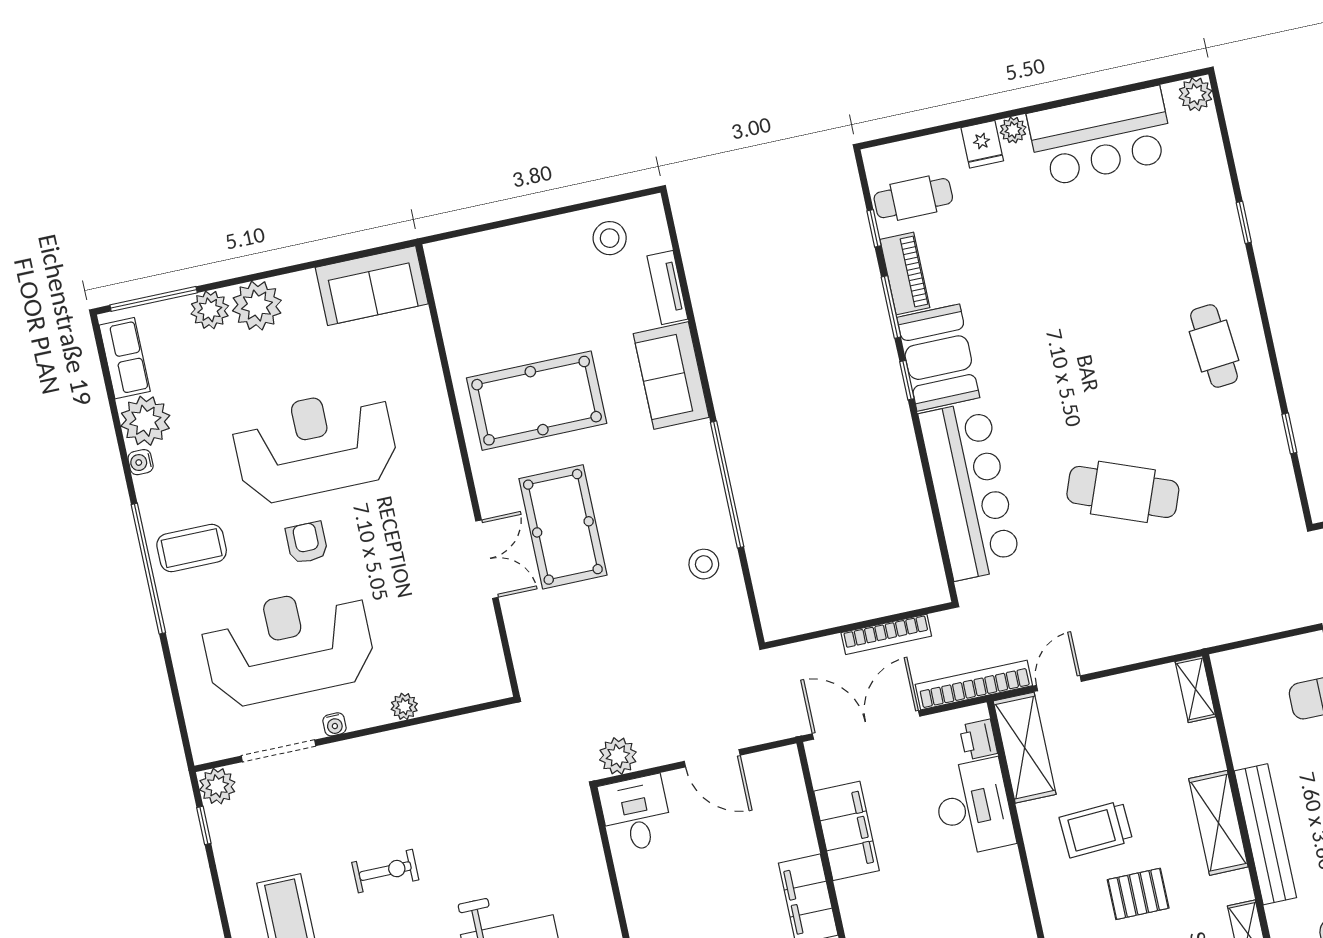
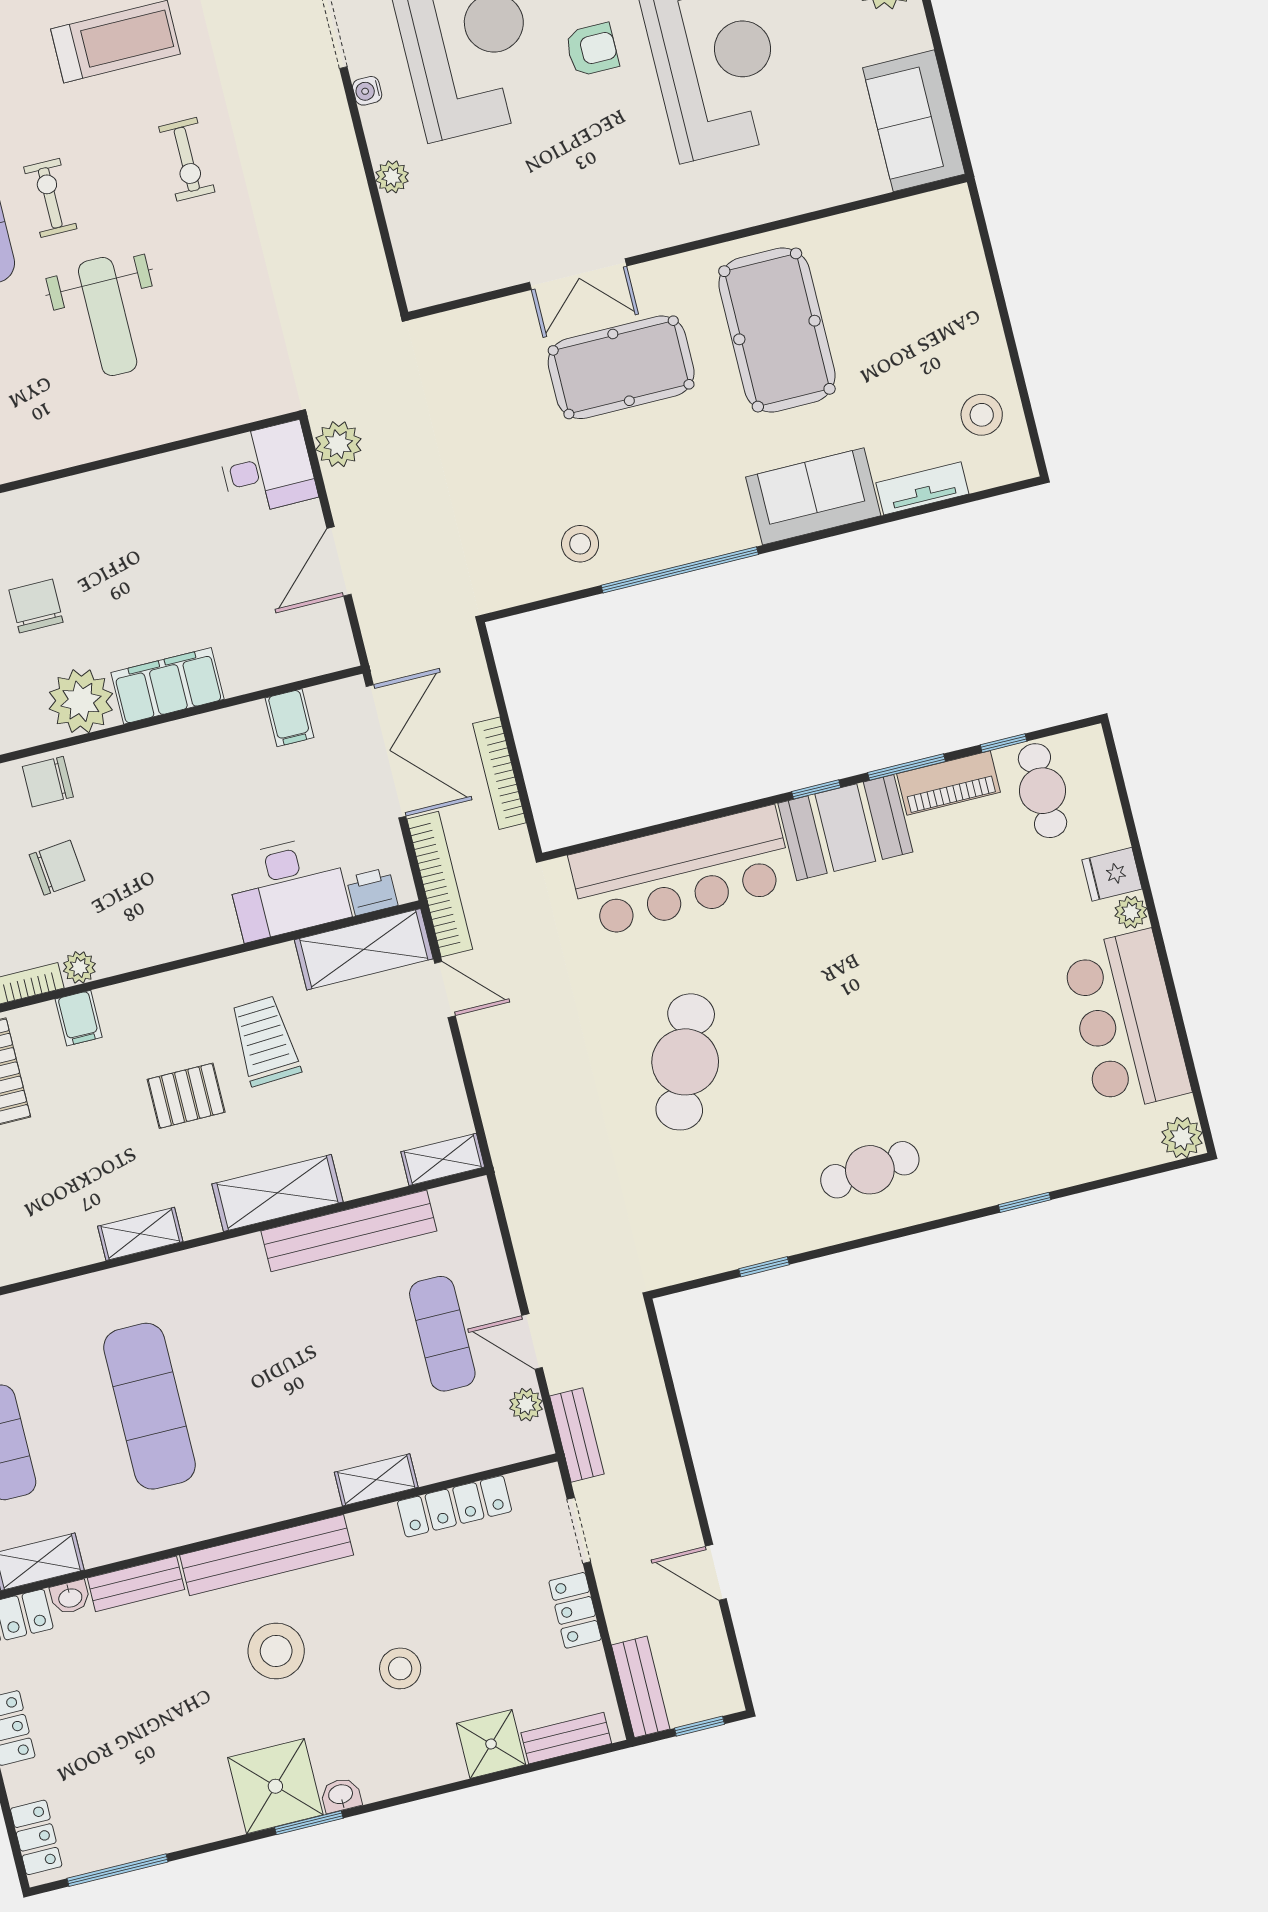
filing cabinet: (846, 831) -> (289, 718), width x0.33, depth x0.86
bench: (1265, 834) -> (349, 1231), moved
pallet: (1138, 894) -> (186, 1096), turned 90

